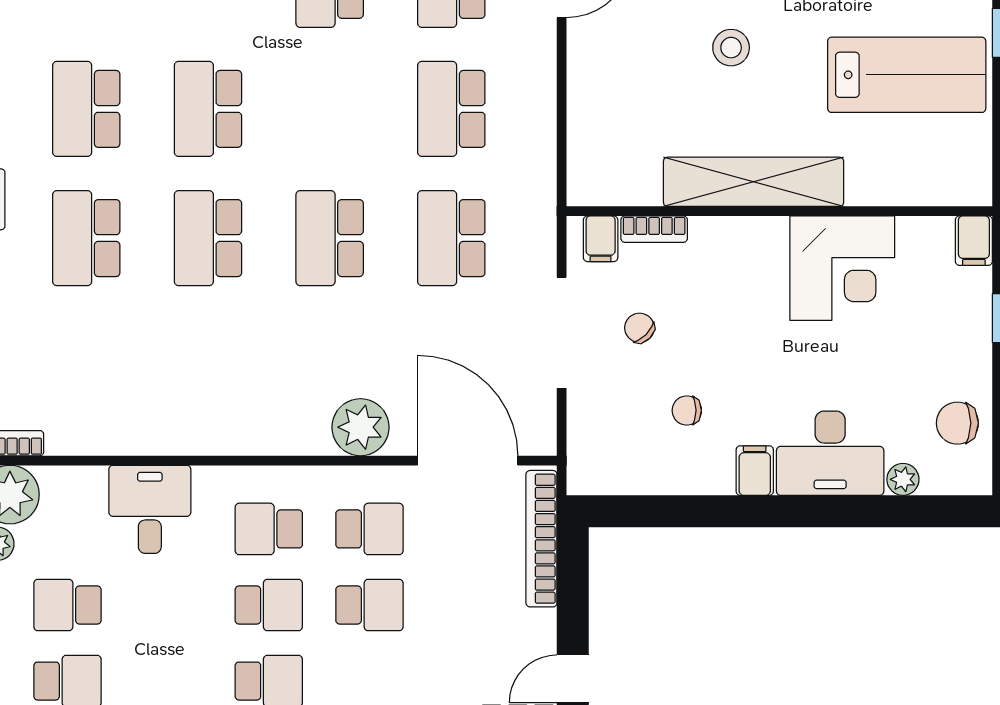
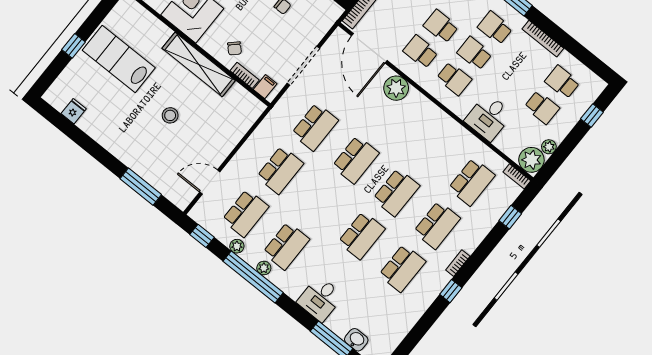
chair: (639, 328) -> (234, 48), moved
school desk: (86, 367) -> (472, 182), added

